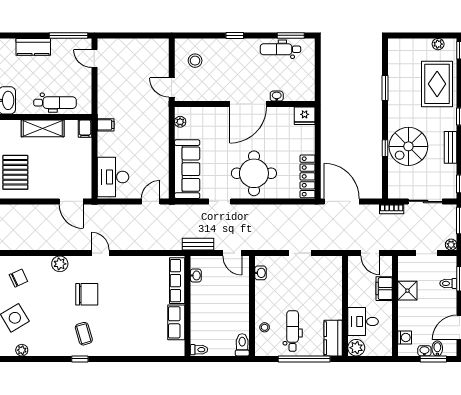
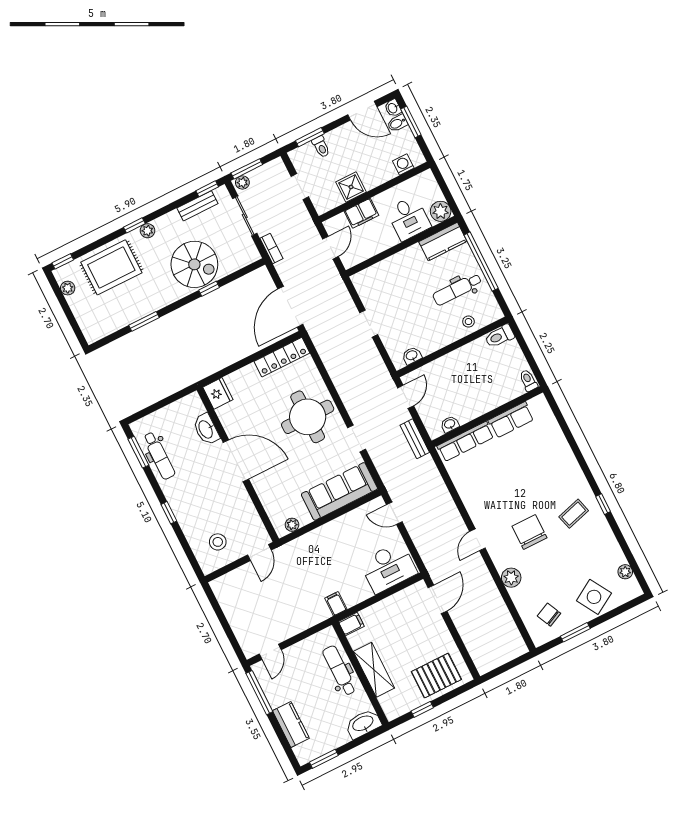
washbasin: (277, 96) -> (206, 429), width x1.91, depth x1.45
plant: (451, 124) -> (147, 231), added
bench: (451, 147) -> (197, 206), moved
plant: (451, 245) -> (242, 182), moved
washbasin: (424, 351) -> (393, 108), moved

